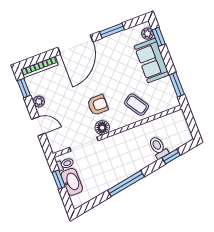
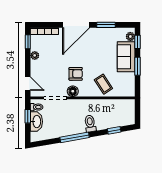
window: (177, 85) -> (137, 66), moved
door: (38, 126) -> (28, 84), moved
toilet: (158, 148) -> (90, 124), moved

